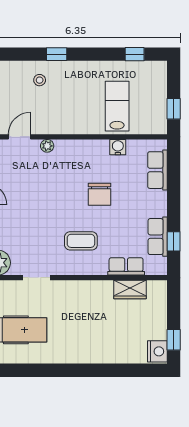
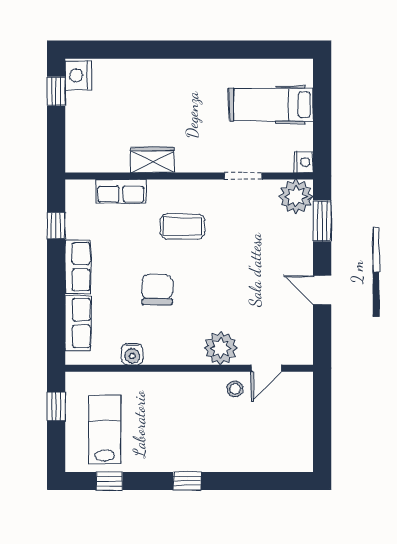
window: (57, 54) -> (187, 481), moved
stool: (40, 80) -> (235, 389), moved
lab bench: (117, 106) -> (105, 430), moved, turned 180
plant: (47, 146) -> (221, 348), width x1.88, depth x1.88
row of seats: (158, 237) -> (78, 267), moved
wardrobe: (130, 289) -> (152, 160), moved

